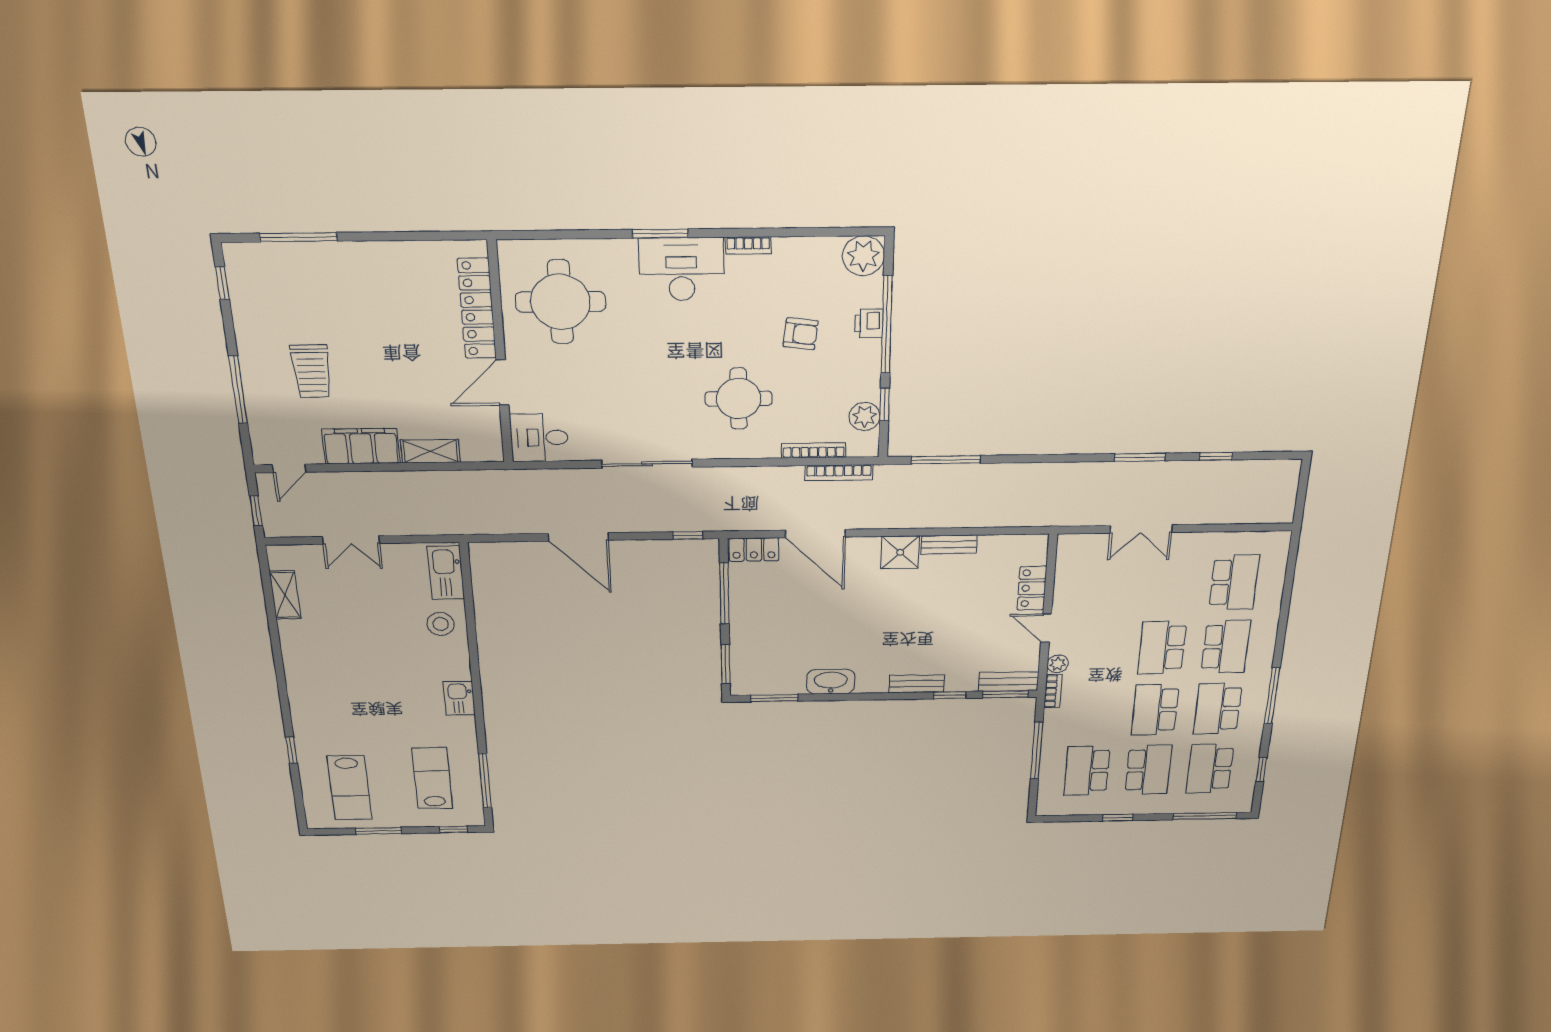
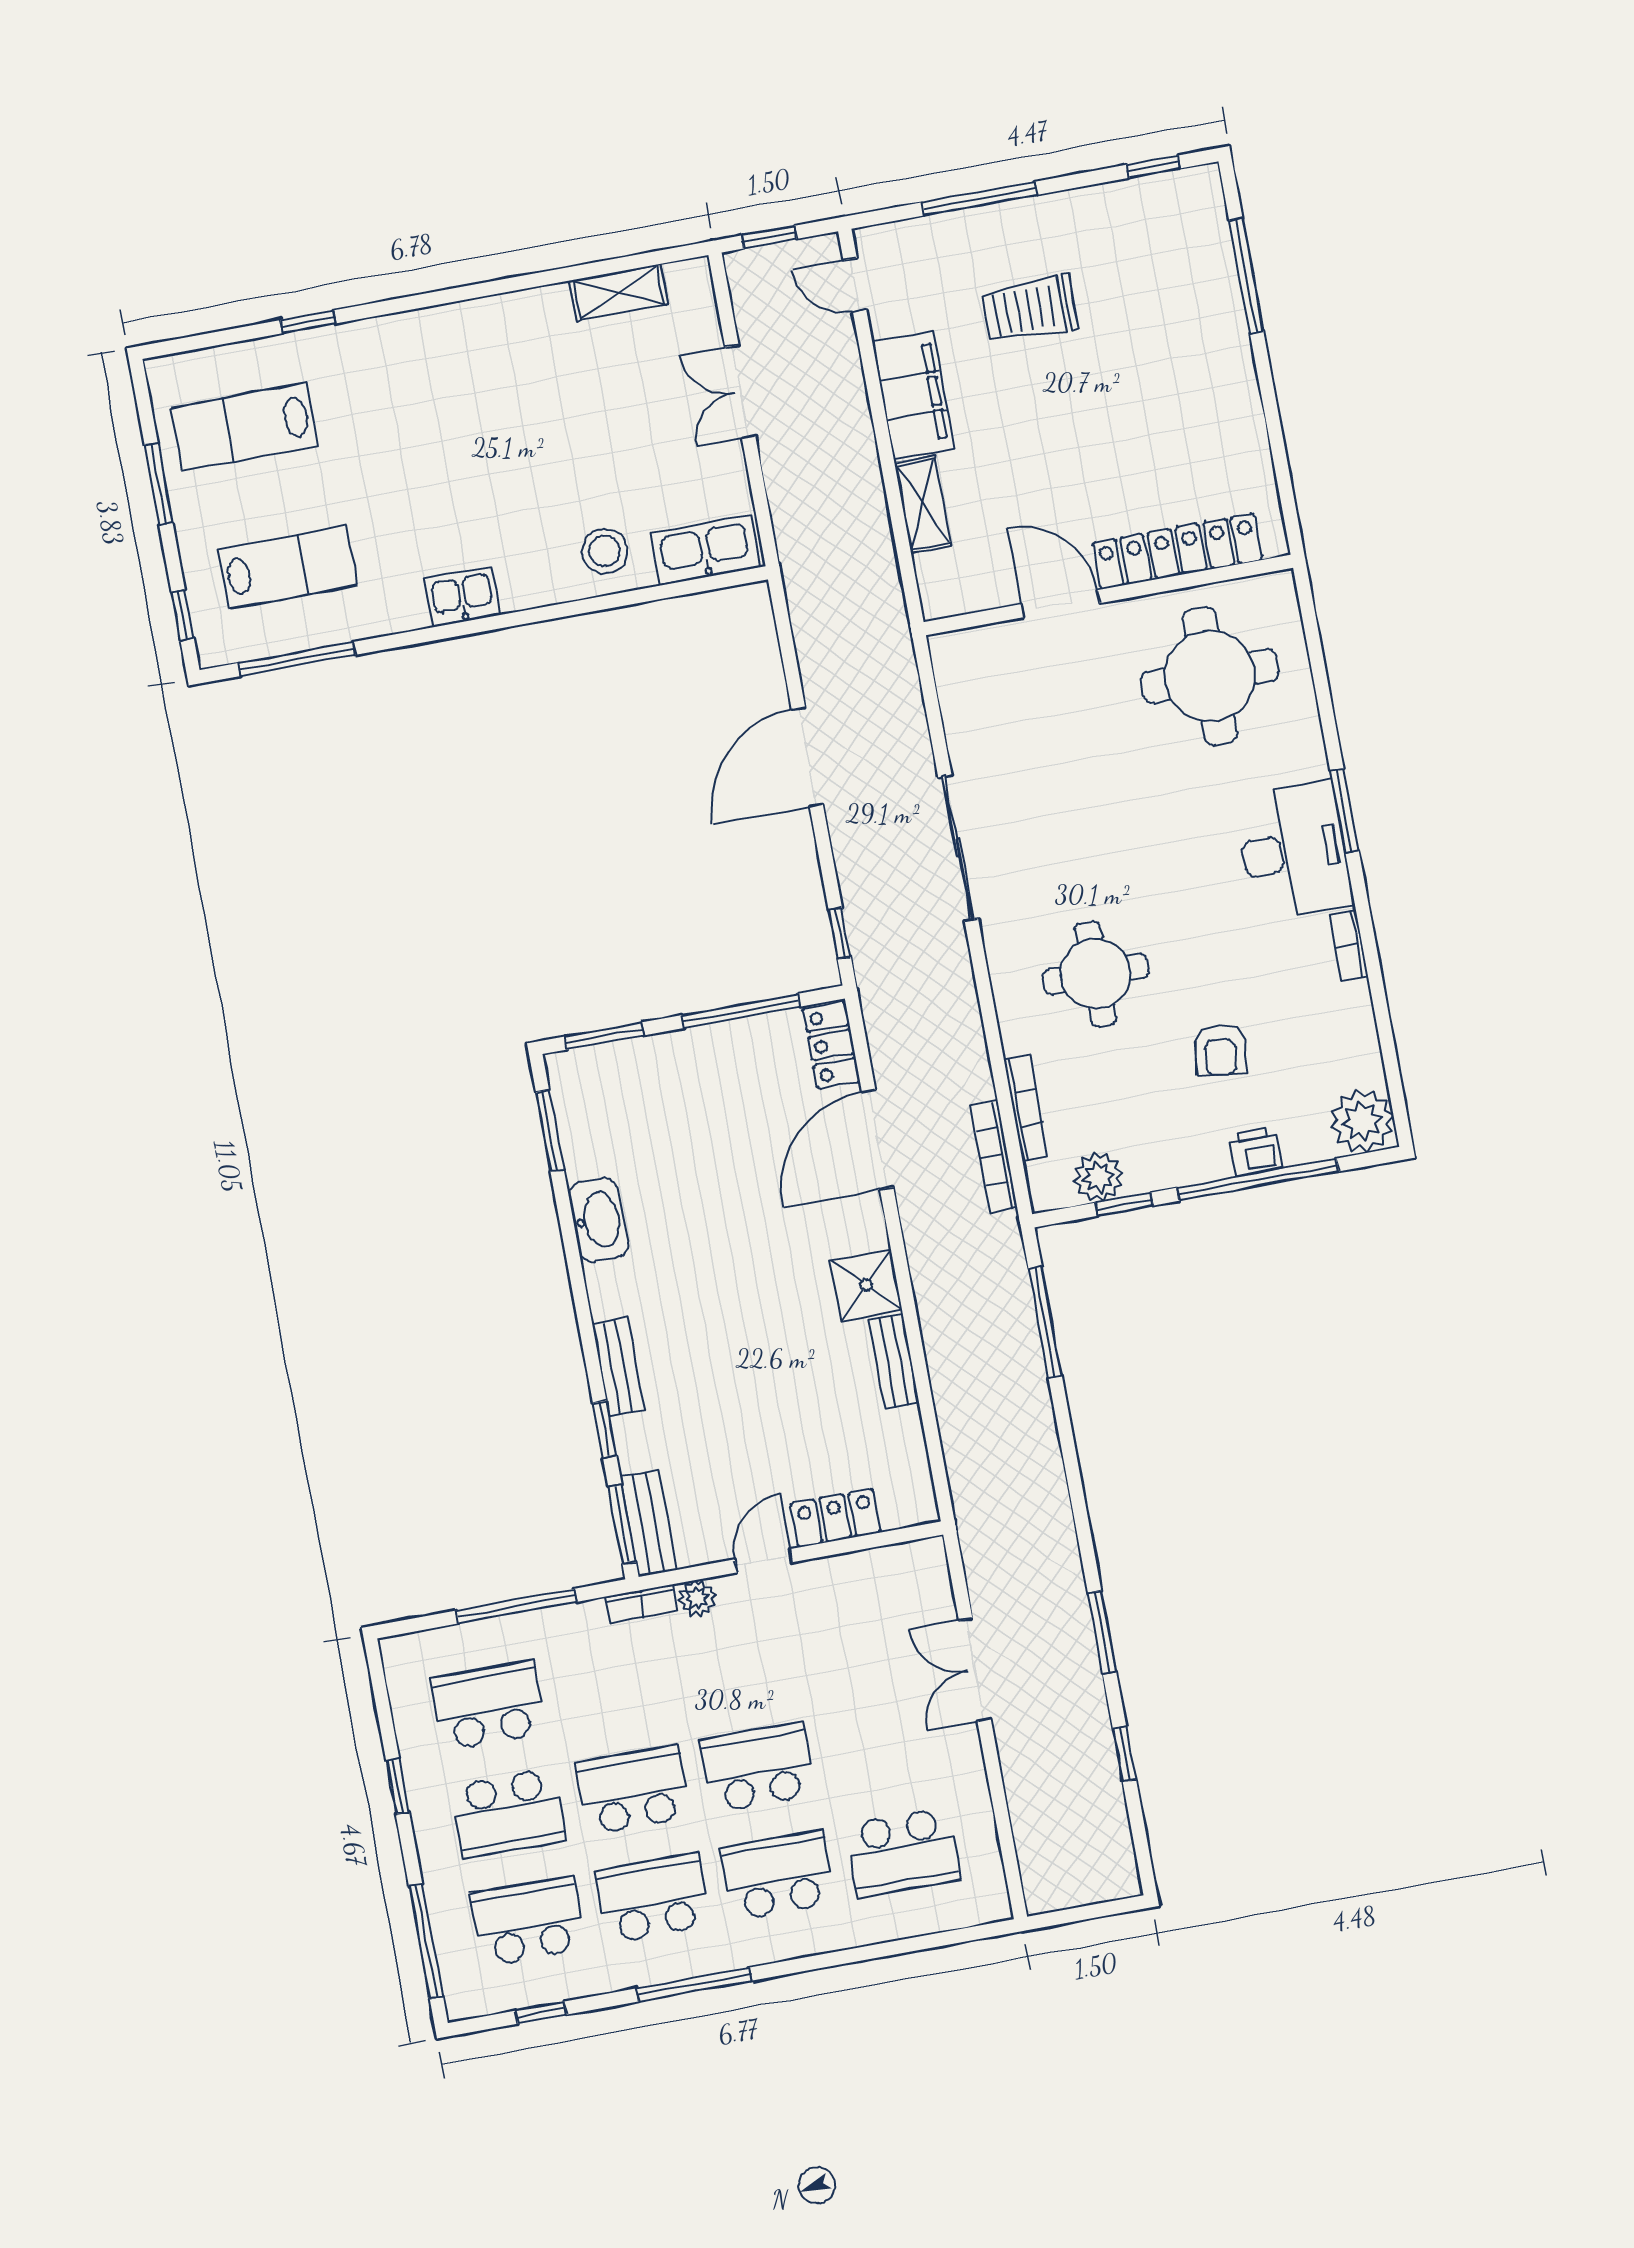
desk: (539, 438) -> (975, 672), removed
school desk: (1226, 647) -> (778, 1875), turned 180

